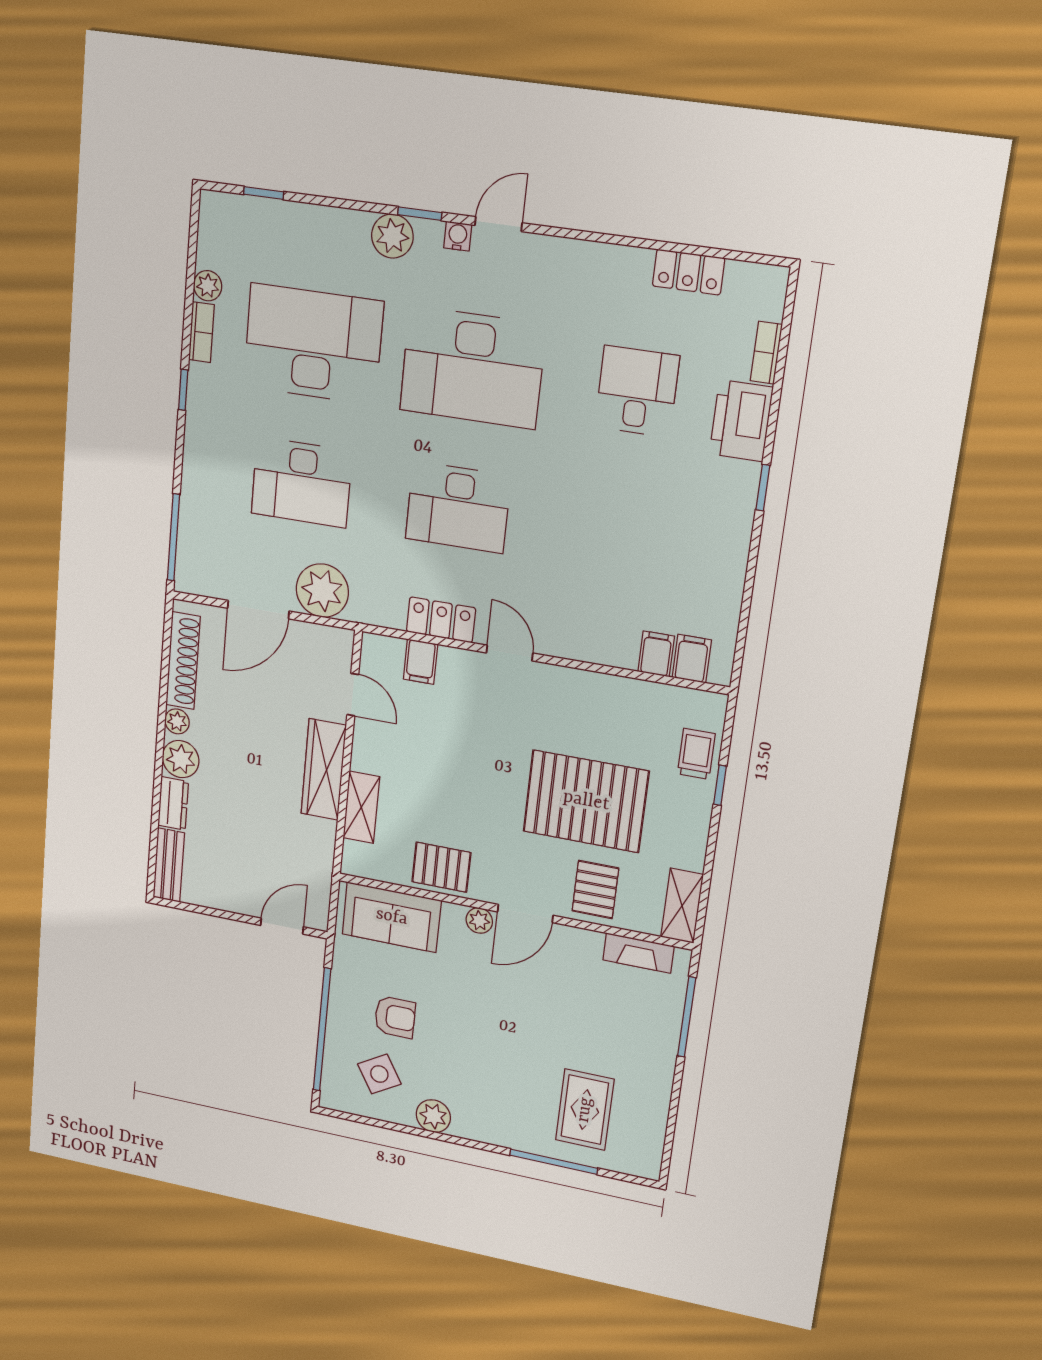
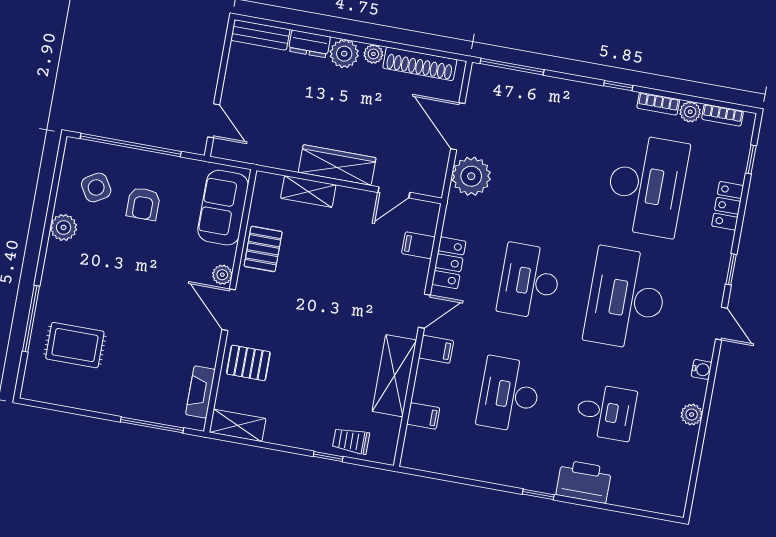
plant: (392, 236) -> (692, 415), moved, width x0.73, depth x0.73
water cooler: (458, 236) -> (701, 369), moved
locker: (688, 272) -> (728, 206), moved
bookcase: (766, 353) -> (722, 115), moved, turned 180
desk: (302, 482) -> (509, 395), moved
filing cabinet: (692, 659) -> (436, 349), moved
shelving: (602, 694) -> (394, 376), added
trolley: (696, 754) -> (351, 441), turned 180
pallet: (586, 801) -> (315, 360), removed

